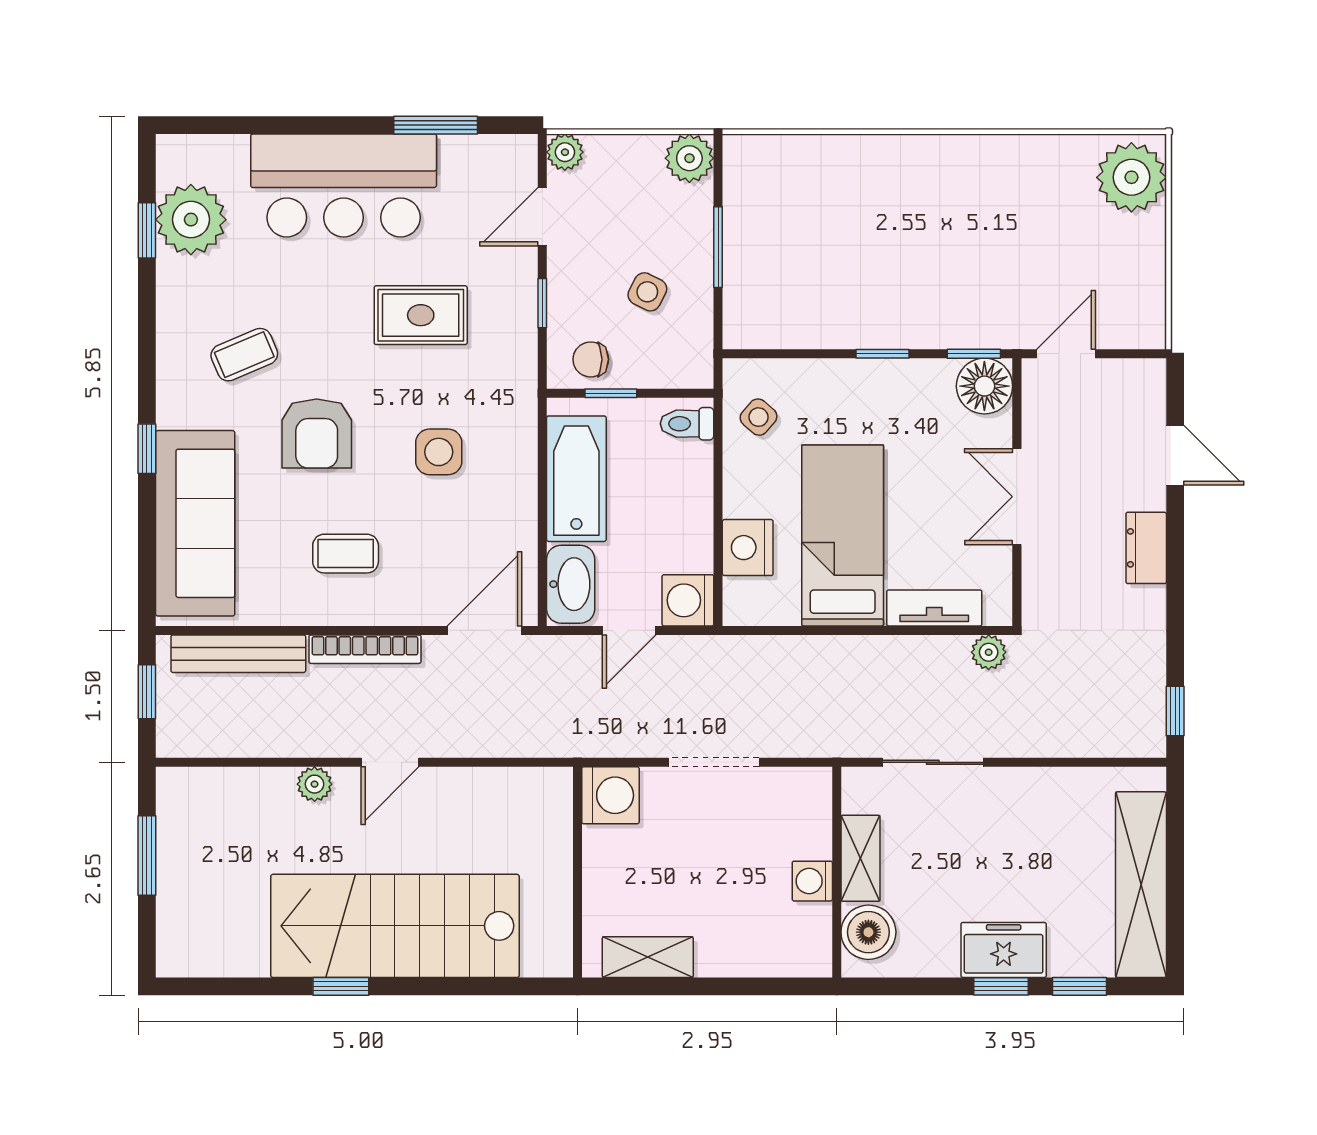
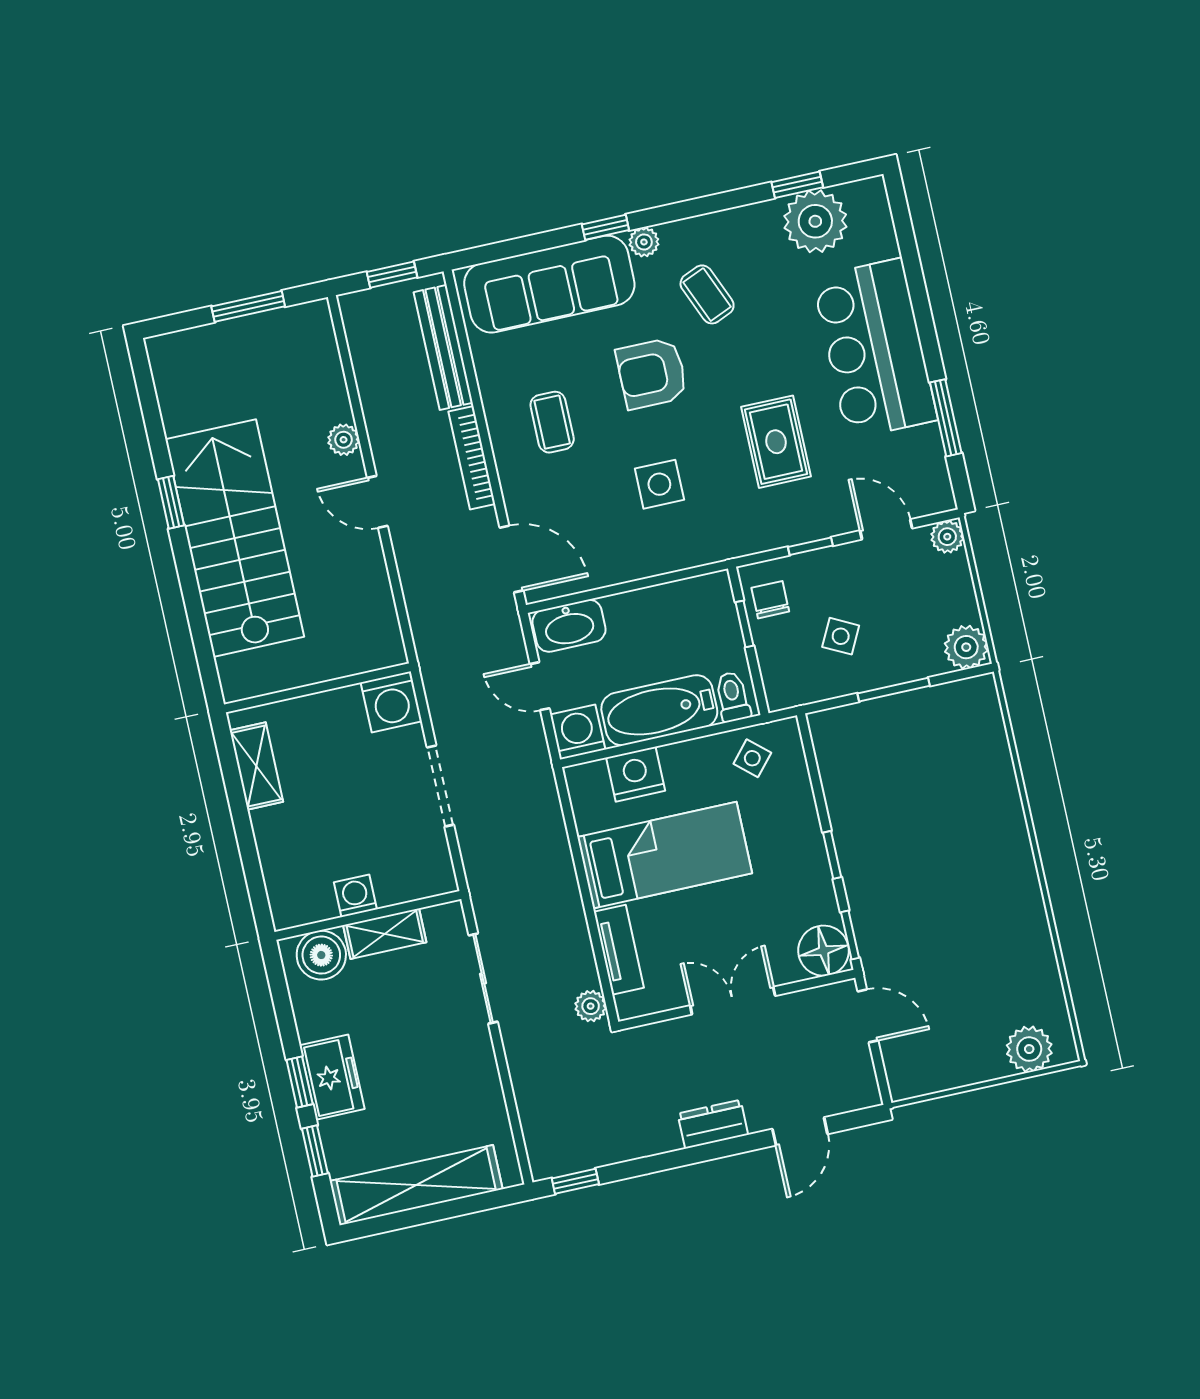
plant: (1131, 177) -> (1029, 1049), width x0.73, depth x0.73
plant: (172, 410) -> (644, 242), added
bathtub: (576, 479) -> (659, 710), moved, turned 180

